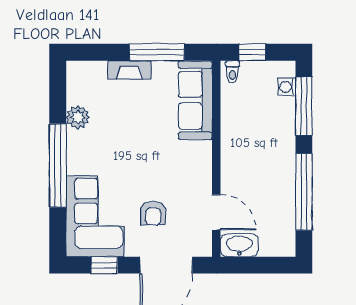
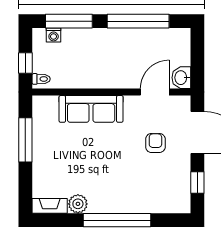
fireplace: (129, 70) -> (50, 206), moved, turned -90
sofa: (195, 100) -> (91, 109), moved
armchair: (153, 213) -> (155, 143), turned -90
corner sofa: (95, 216) -> (158, 190), removed
washbasin: (239, 245) -> (181, 78), width x0.72

